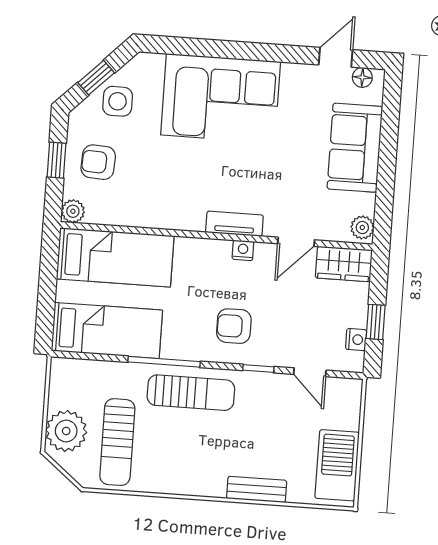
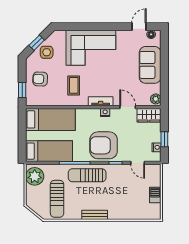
window: (57, 160) -> (22, 90), moved
coffee table: (175, 182) -> (74, 85), added
plant: (73, 211) -> (31, 101), removed
door: (296, 242) -> (128, 107), swing flipped
armchair: (234, 326) -> (104, 145), width x1.88, depth x1.88
sun lounger: (191, 393) -> (87, 175), turned 180
plant: (66, 431) -> (35, 176), moved
barbecue: (337, 465) -> (155, 195), width x0.53, depth x0.65
bench: (257, 489) -> (95, 215), moved

